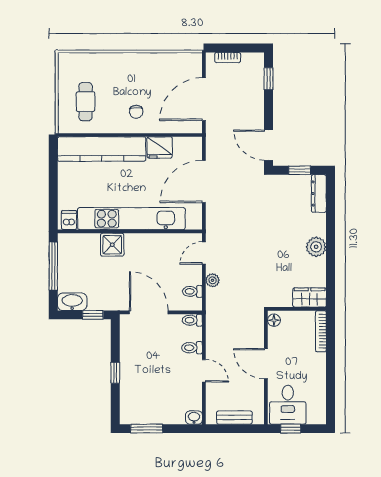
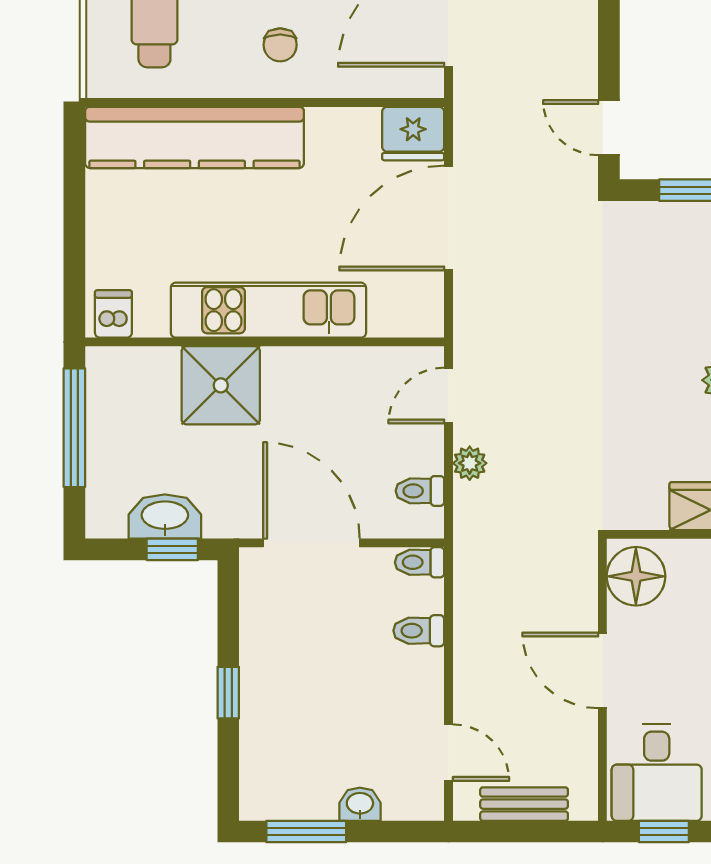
door: (269, 145) -> (609, 128), width x0.73
fridge: (160, 147) -> (413, 134), moved
kitchen unit: (131, 219) -> (268, 310), width x0.73
shower: (112, 245) -> (221, 385), width x1.36, depth x1.36
washbasin: (72, 302) -> (165, 517), moved
floor lamp: (274, 320) -> (636, 576), width x1.89, depth x1.89
door: (204, 371) -> (448, 753), moved
washbasin: (194, 418) -> (360, 804), moved

